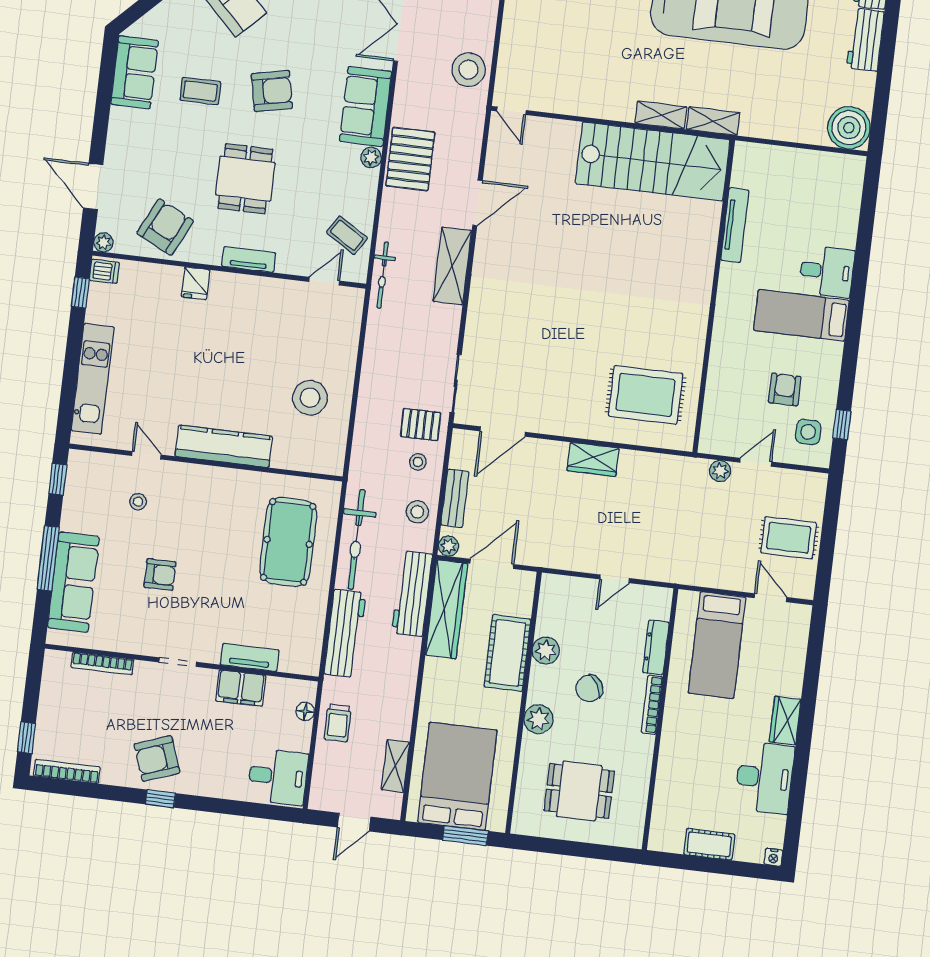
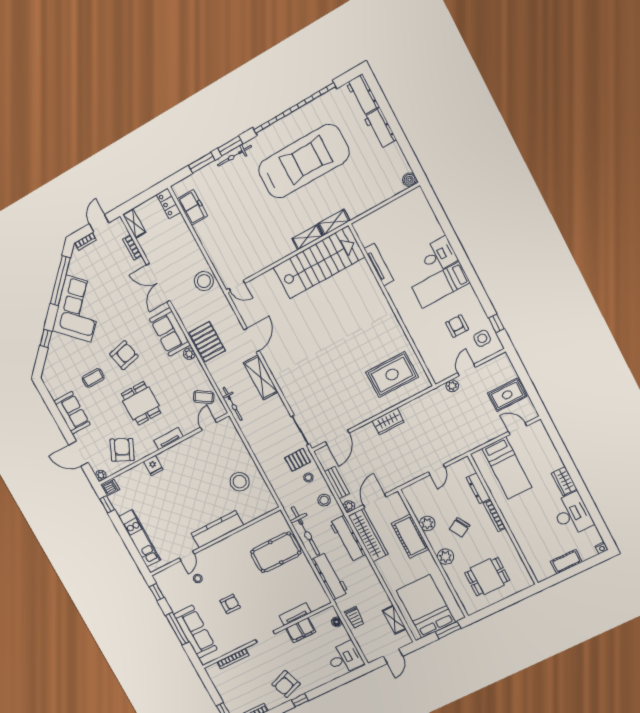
sofa: (135, 72) -> (72, 413), moved
boiler: (849, 128) -> (410, 180), width x0.54, depth x0.54
door: (146, 455) -> (187, 556), swing flipped
pool table: (288, 542) -> (276, 552), turned 90

